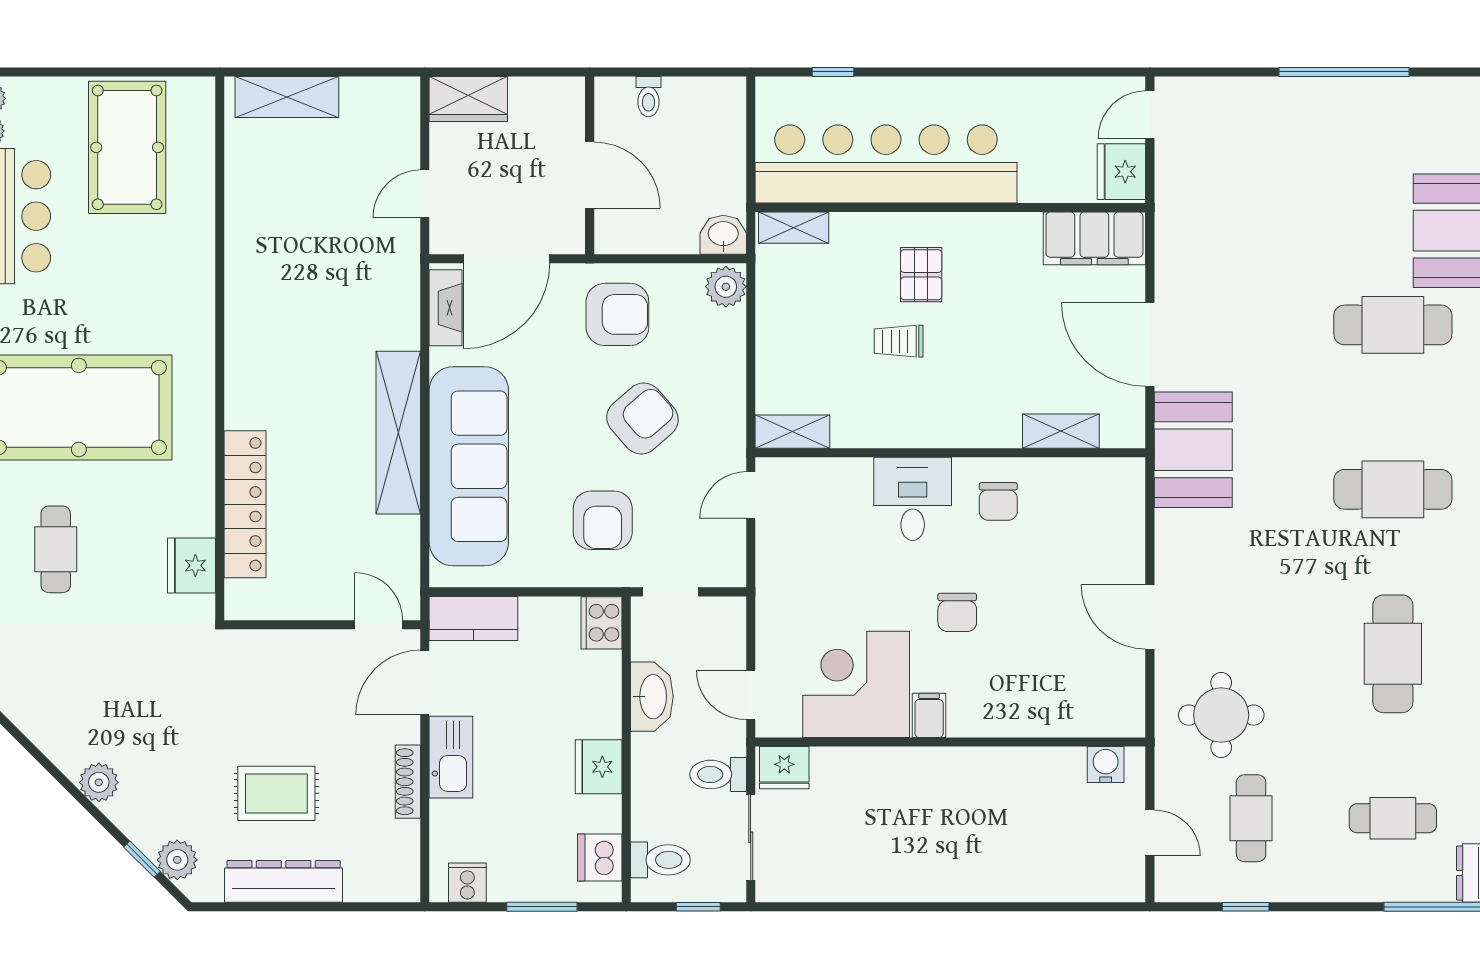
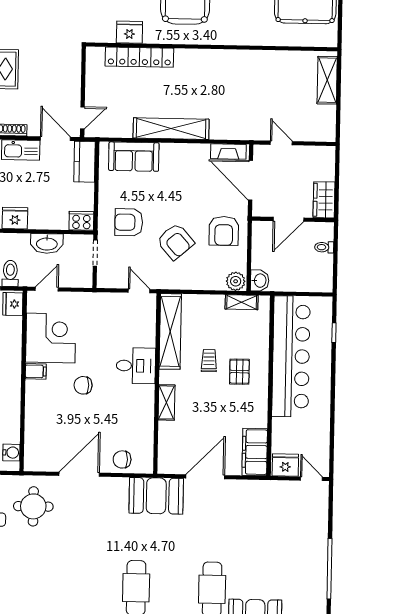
wardrobe: (468, 99) -> (324, 200), moved
shelving: (794, 228) -> (242, 302), moved, turned 90
pallet: (921, 275) -> (239, 372), turned 90
shelving: (1061, 431) -> (167, 402), moved
shelving: (792, 432) -> (170, 331), width x2.20, depth x1.33
sofa: (469, 466) -> (134, 157), width x0.54, depth x0.79
chair: (998, 501) -> (122, 459), moved
fridge: (192, 565) -> (129, 32), moved
door: (1150, 617) -> (79, 474), width x1.36
cafe table: (1393, 654) -> (60, 586), removed

